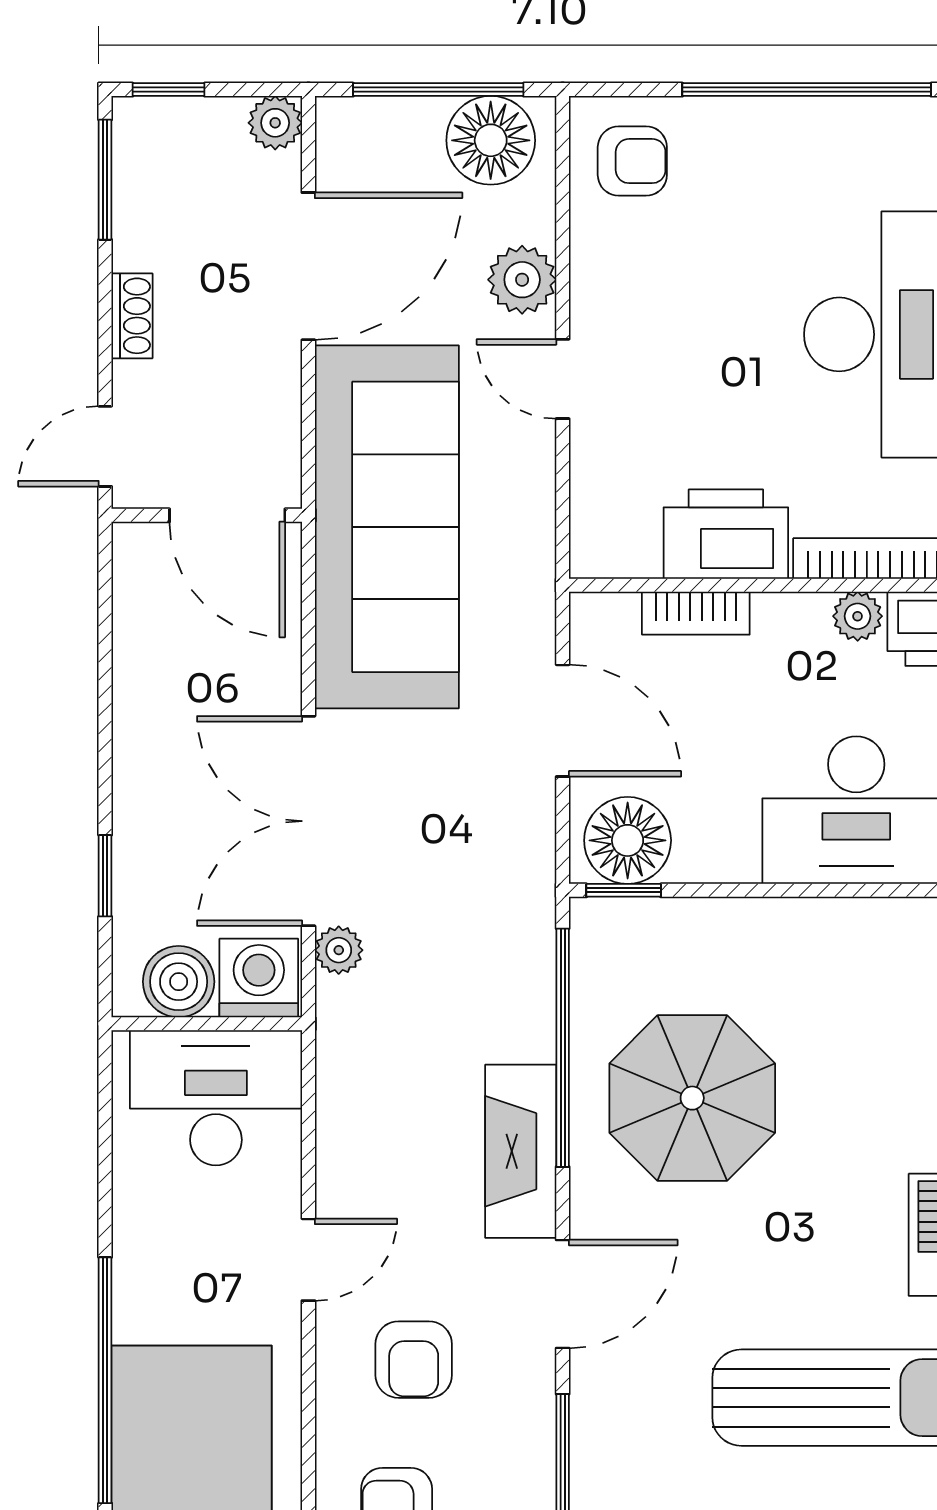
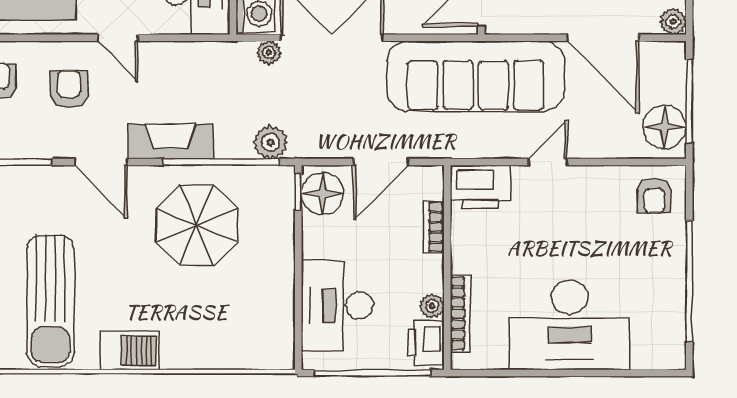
plant: (522, 280) -> (270, 142), moved
printer: (726, 534) -> (481, 187), moved, turned 90
armchair: (414, 1360) -> (69, 89), turned 90

